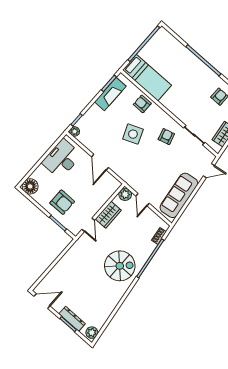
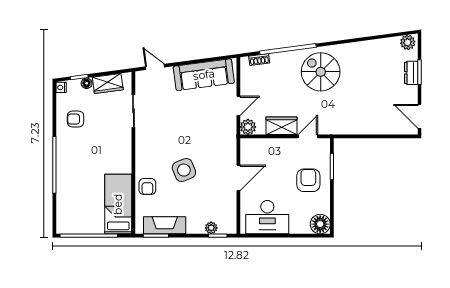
plant: (75, 131) -> (211, 228), moved
armchair: (166, 137) -> (158, 136), removed
dresser: (72, 319) -> (411, 73), width x0.70

